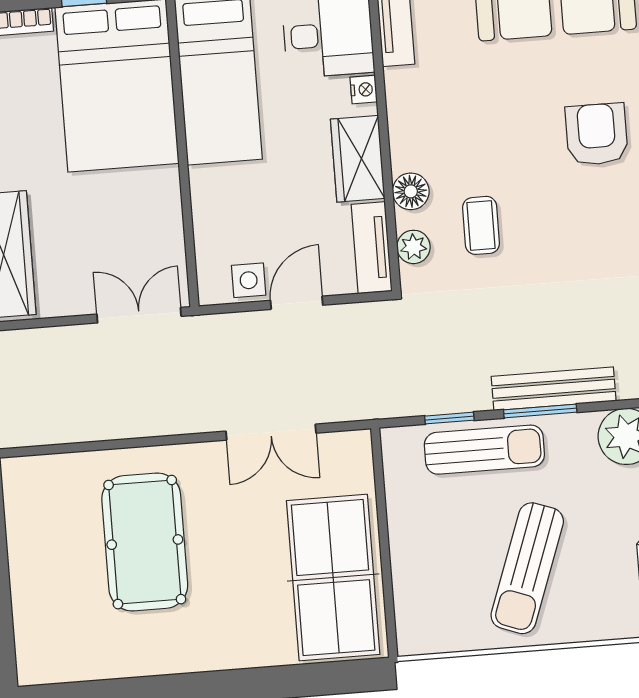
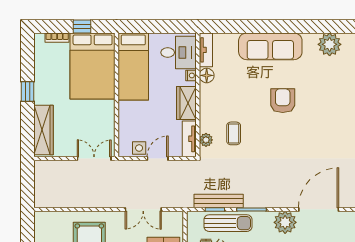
floor lamp: (411, 191) -> (207, 75), moved
bench: (554, 389) -> (219, 201), moved

